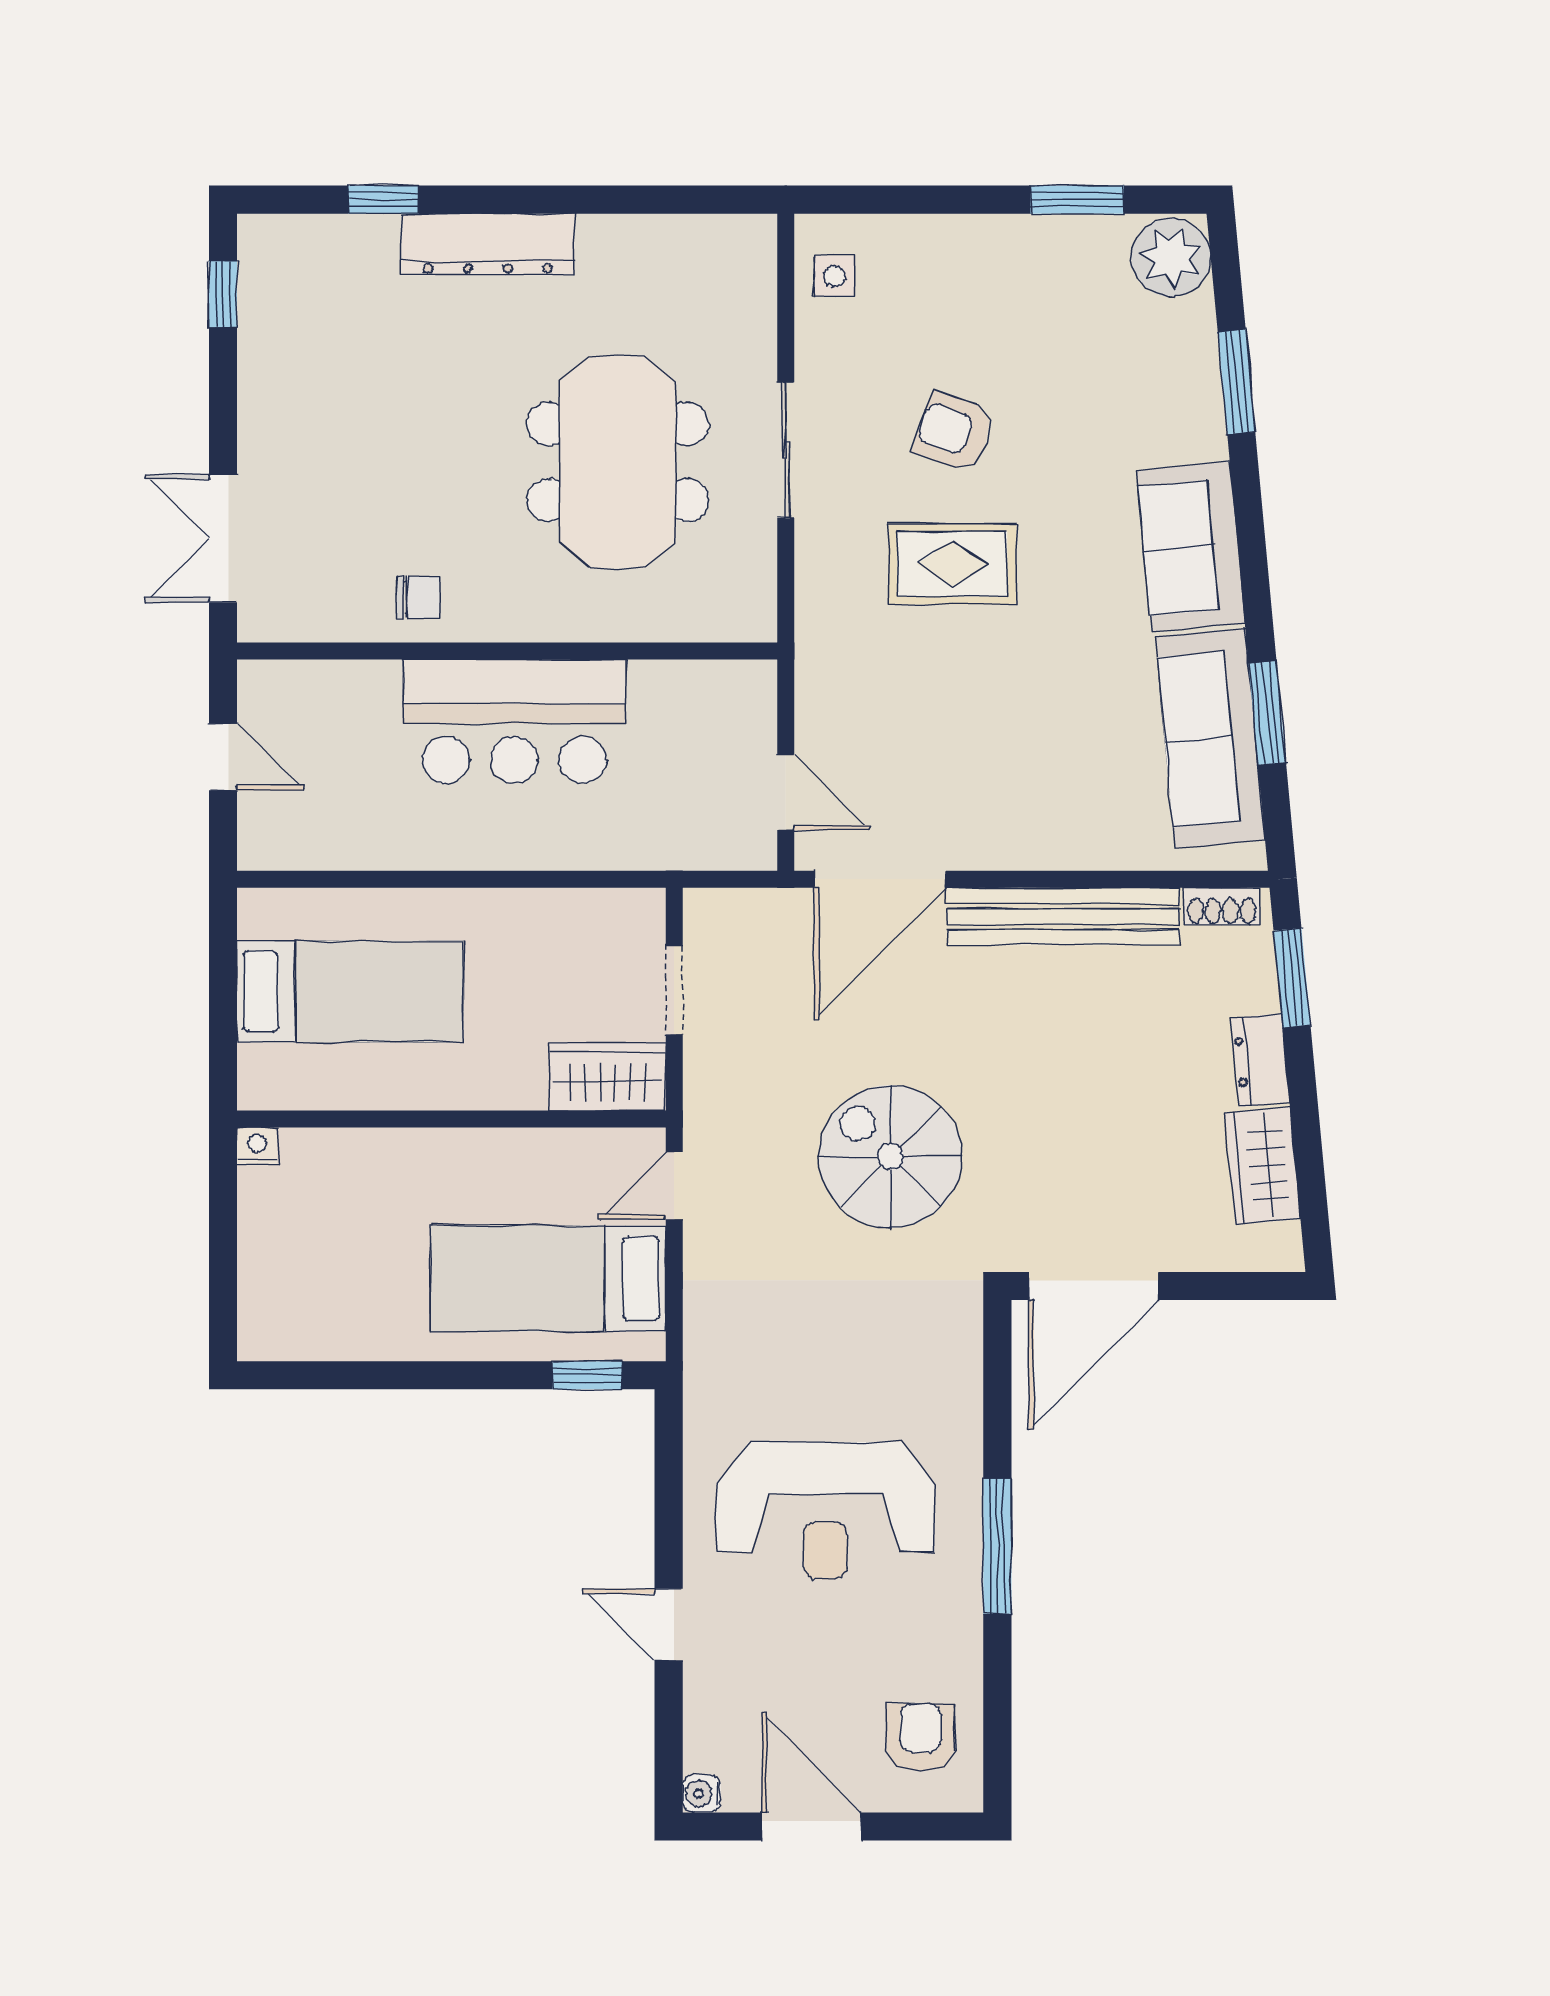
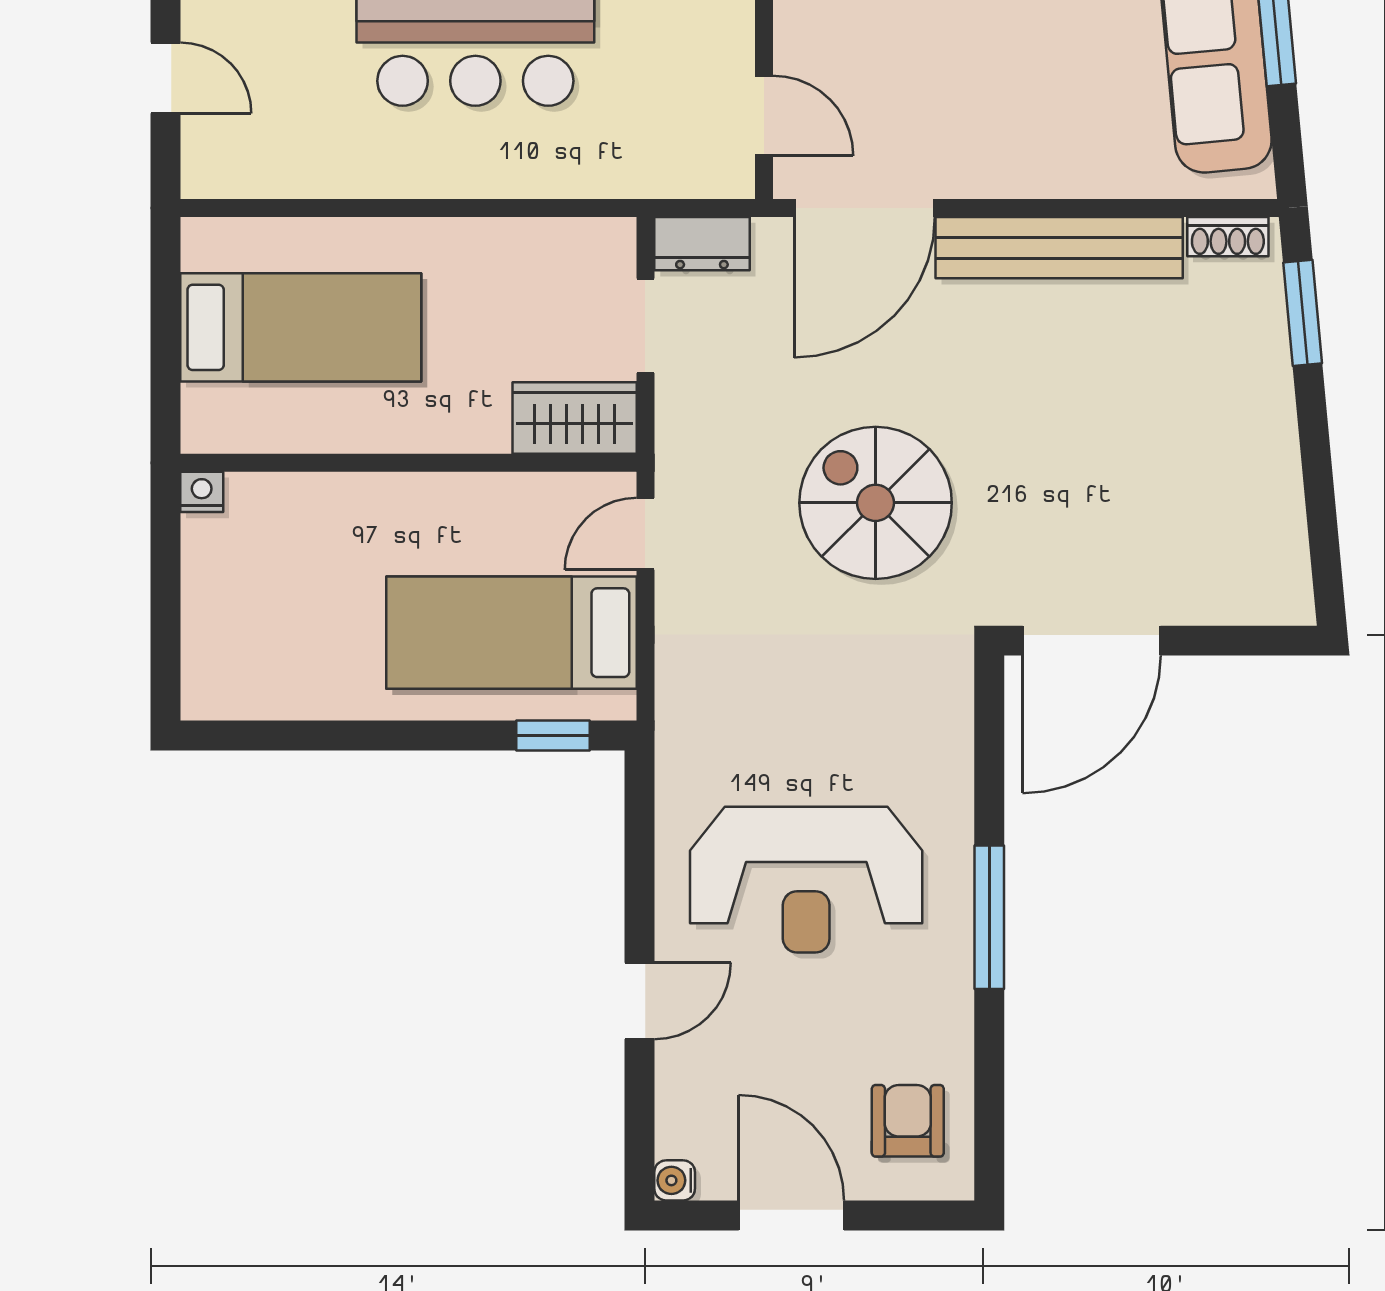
dresser: (1260, 1060) -> (702, 244), moved, turned -85
wardrobe: (1263, 1166) -> (1272, 513), removed
door: (669, 1625) -> (640, 1001), swing flipped

